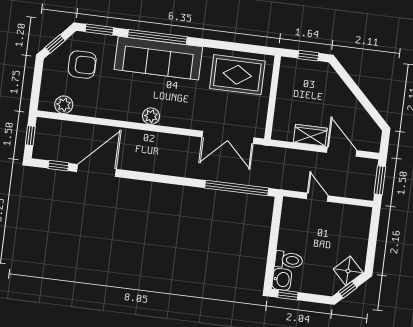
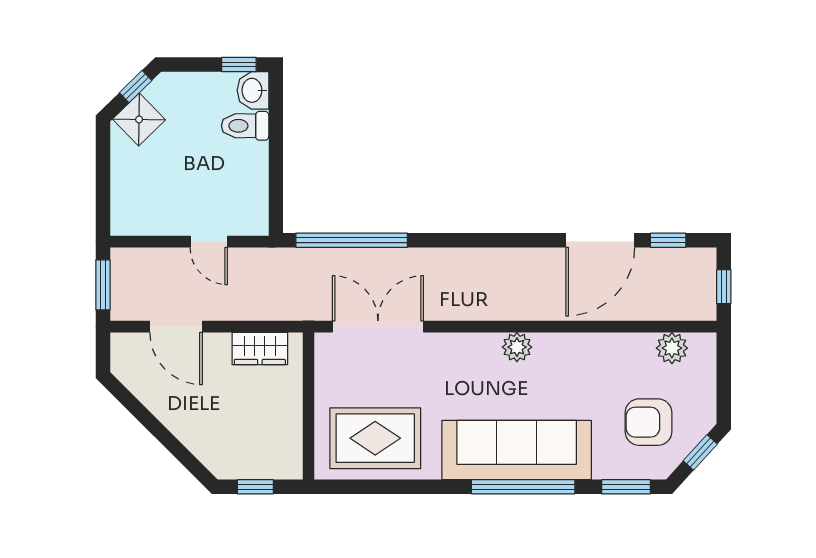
wardrobe: (310, 135) -> (260, 348), moved

